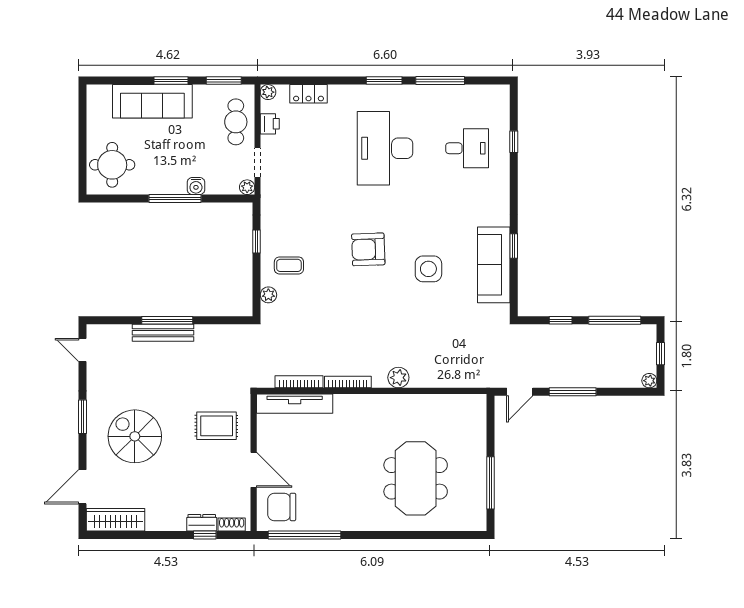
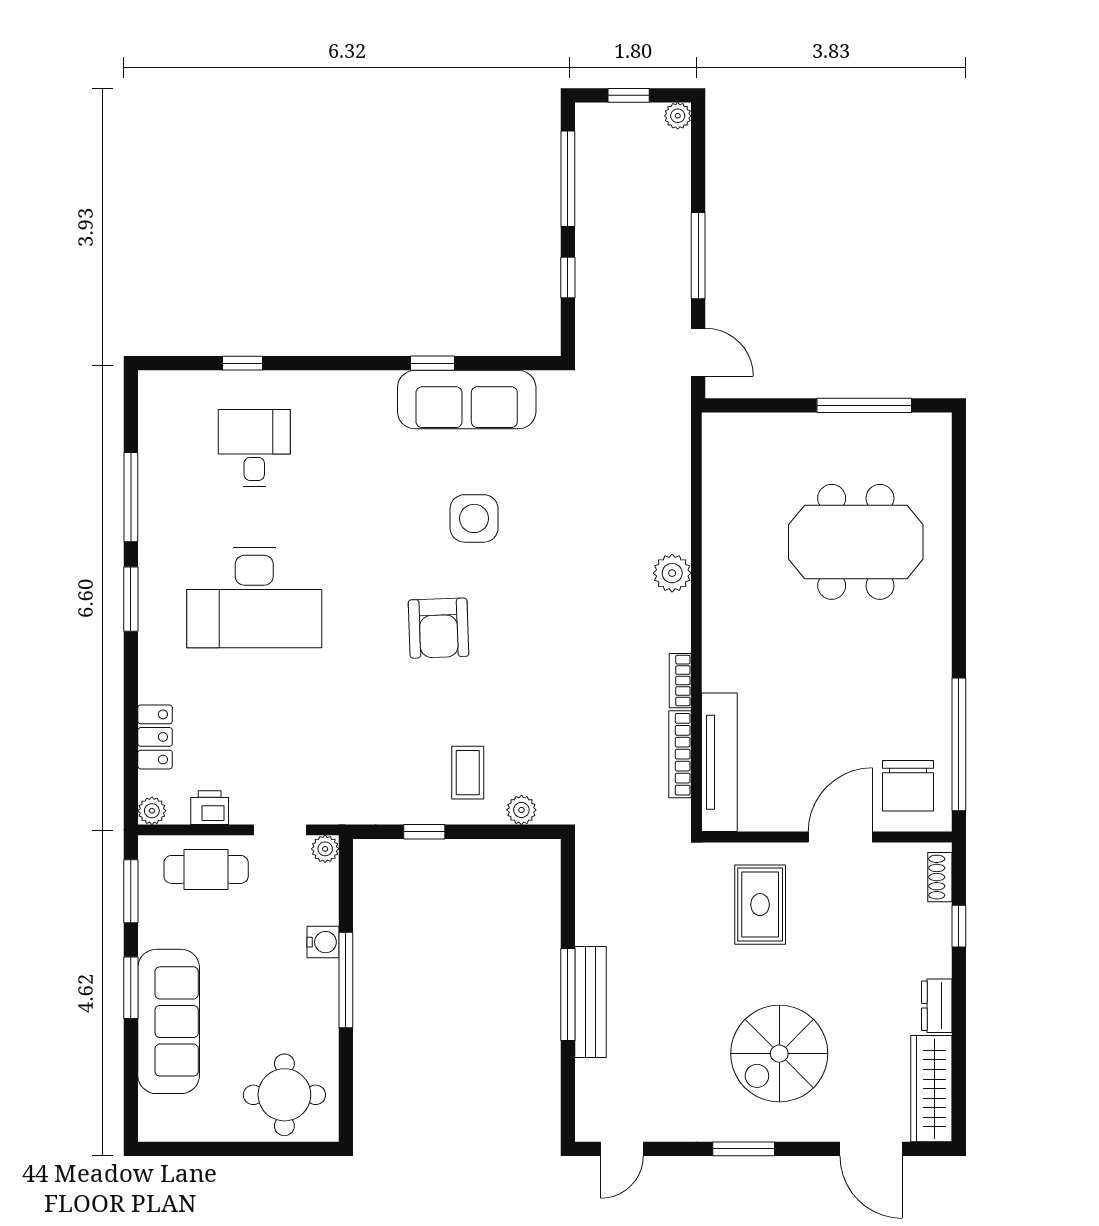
bookcase: (348, 382) -> (680, 681), width x0.64
dresser: (202, 523) -> (937, 1006), moved

